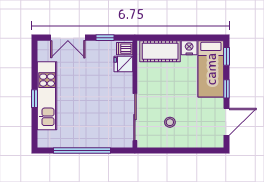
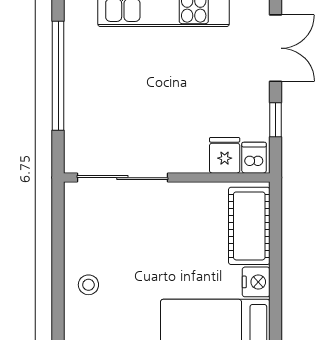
double door: (68, 38) -> (275, 48), swing flipped
stool: (170, 122) -> (88, 285), moved

